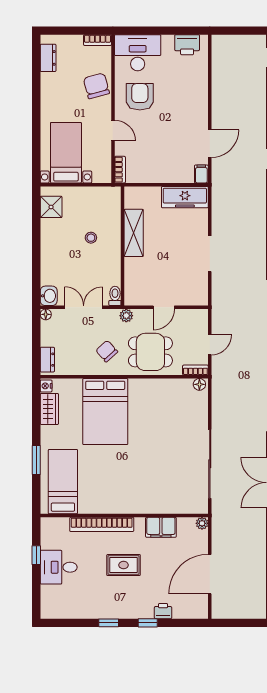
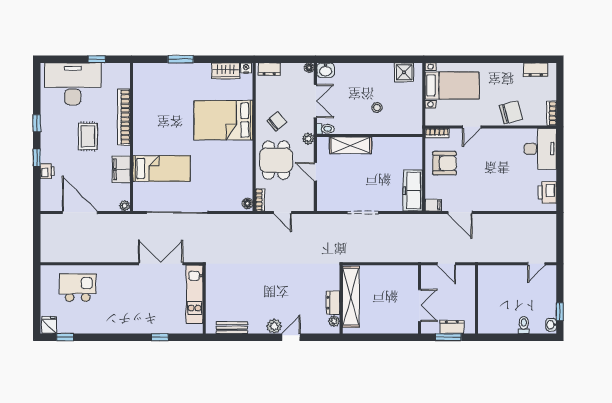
armchair: (140, 97) -> (445, 163), moved
shelving: (134, 233) -> (350, 145), moved
bed: (63, 482) -> (162, 168), moved
desk: (59, 567) -> (73, 84), width x1.87, depth x1.30

